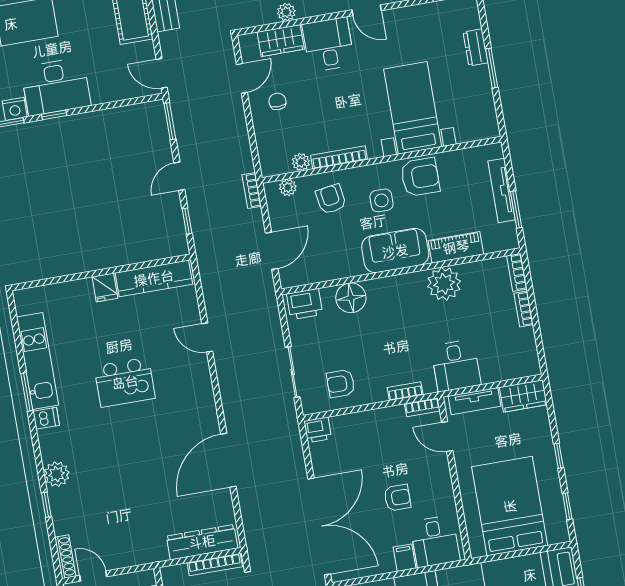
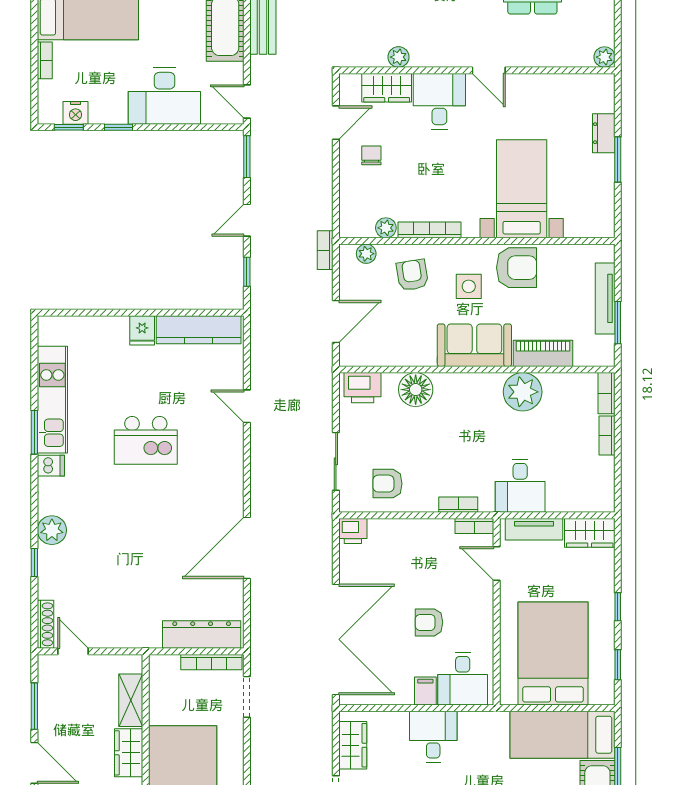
desk: (56, 87) -> (164, 96), moved
armchair: (397, 498) -> (429, 622), turned 180

